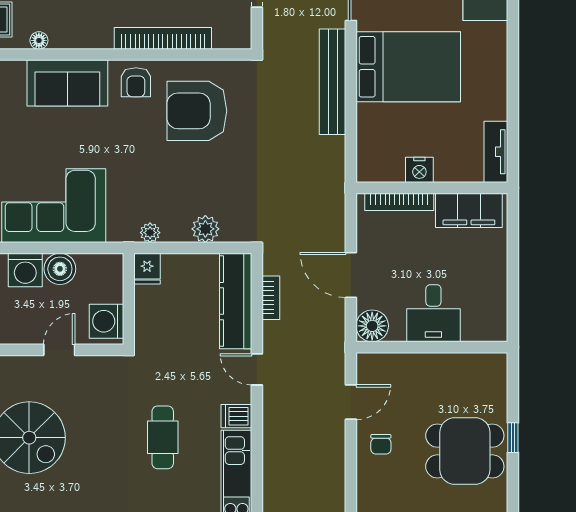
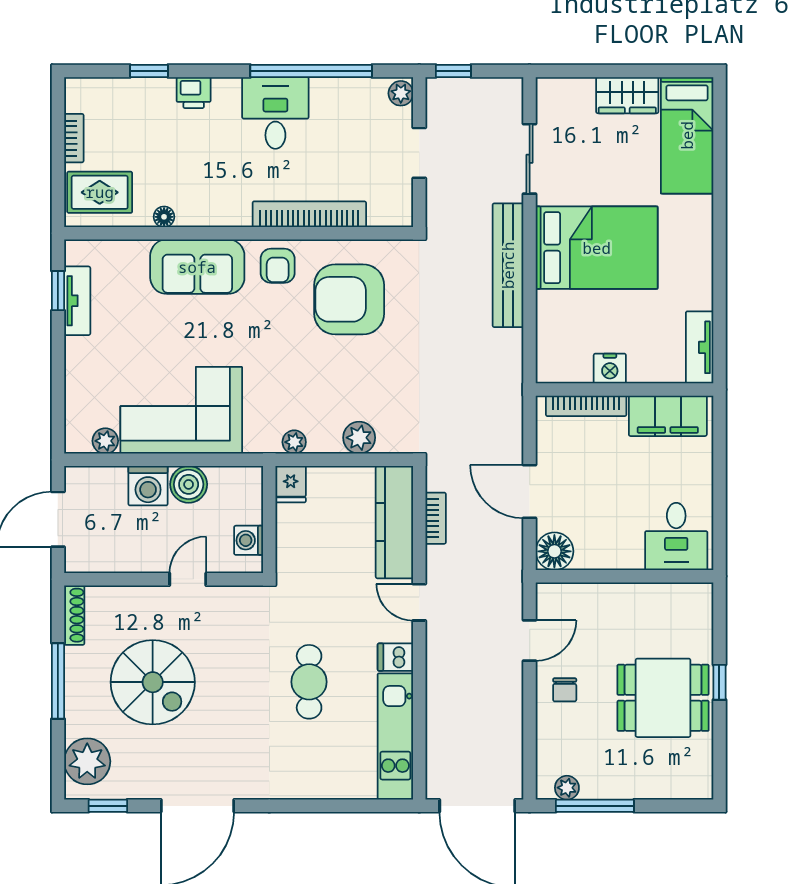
desk: (433, 313) -> (676, 536), moved
washing machine: (106, 321) -> (249, 540), width x0.73, depth x0.73

